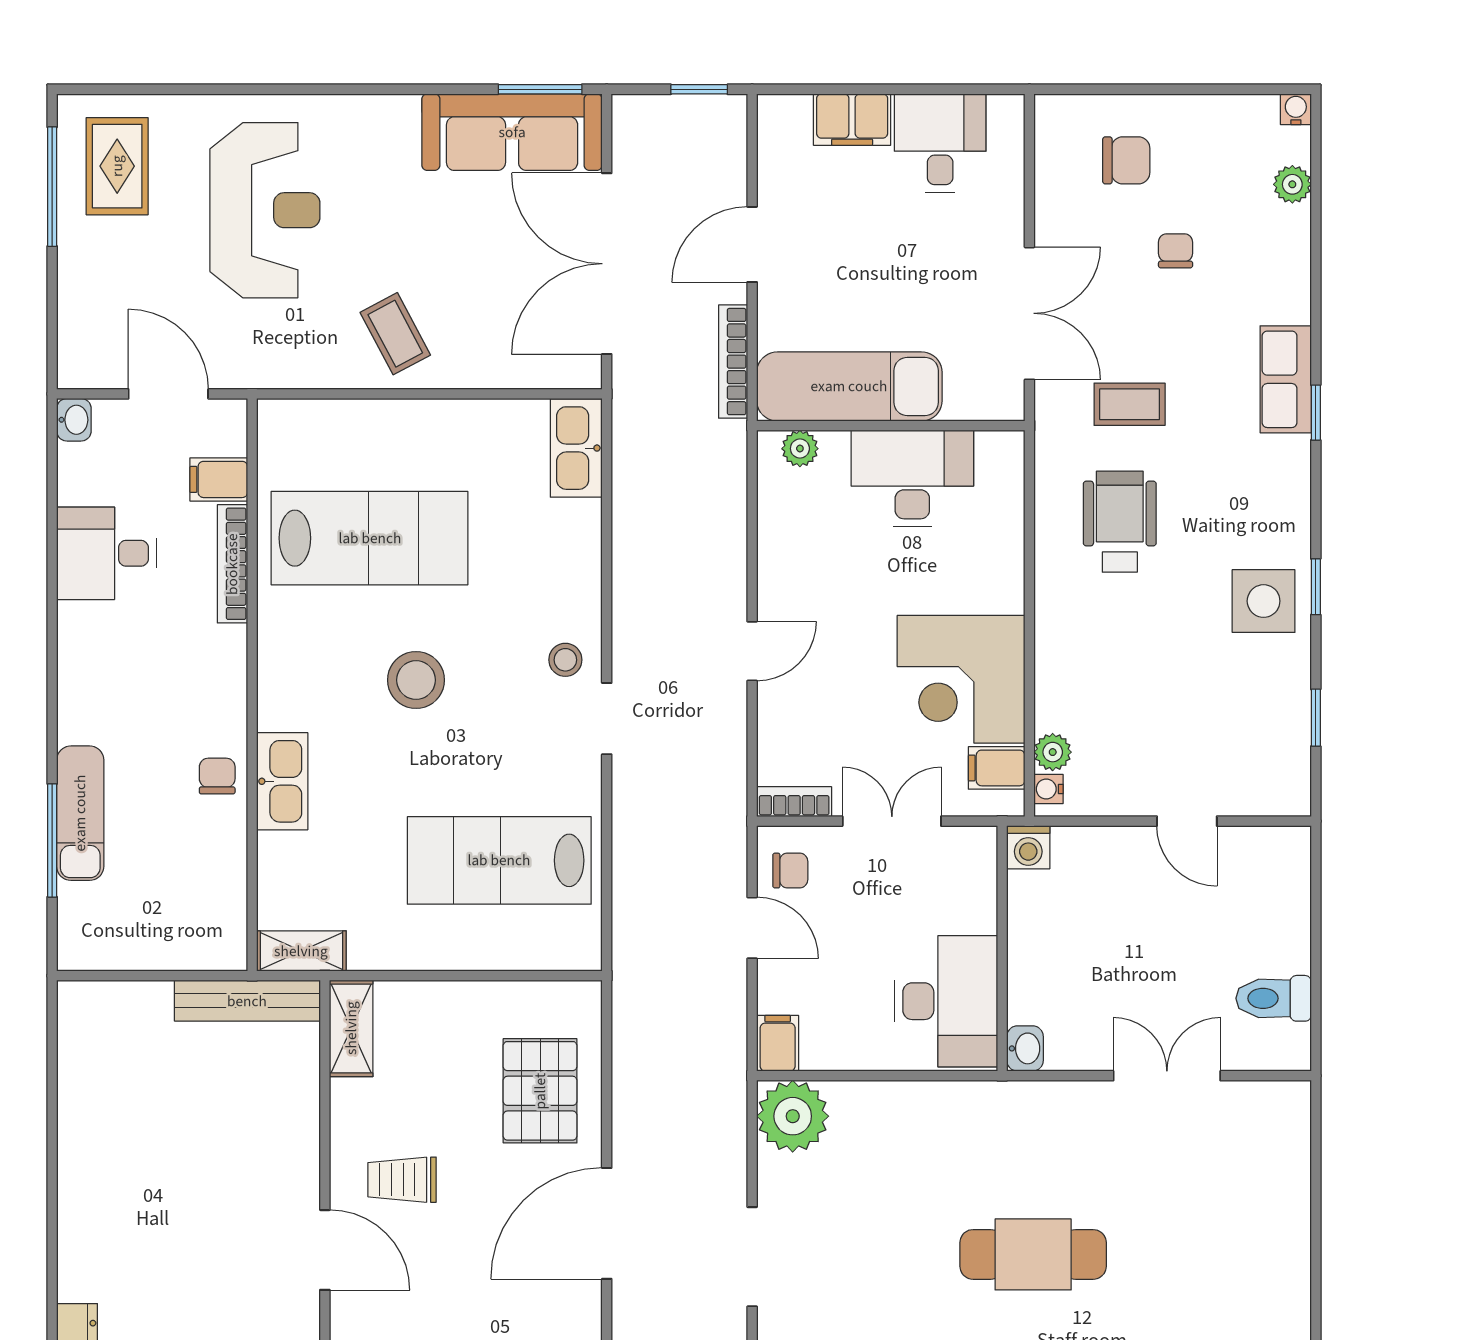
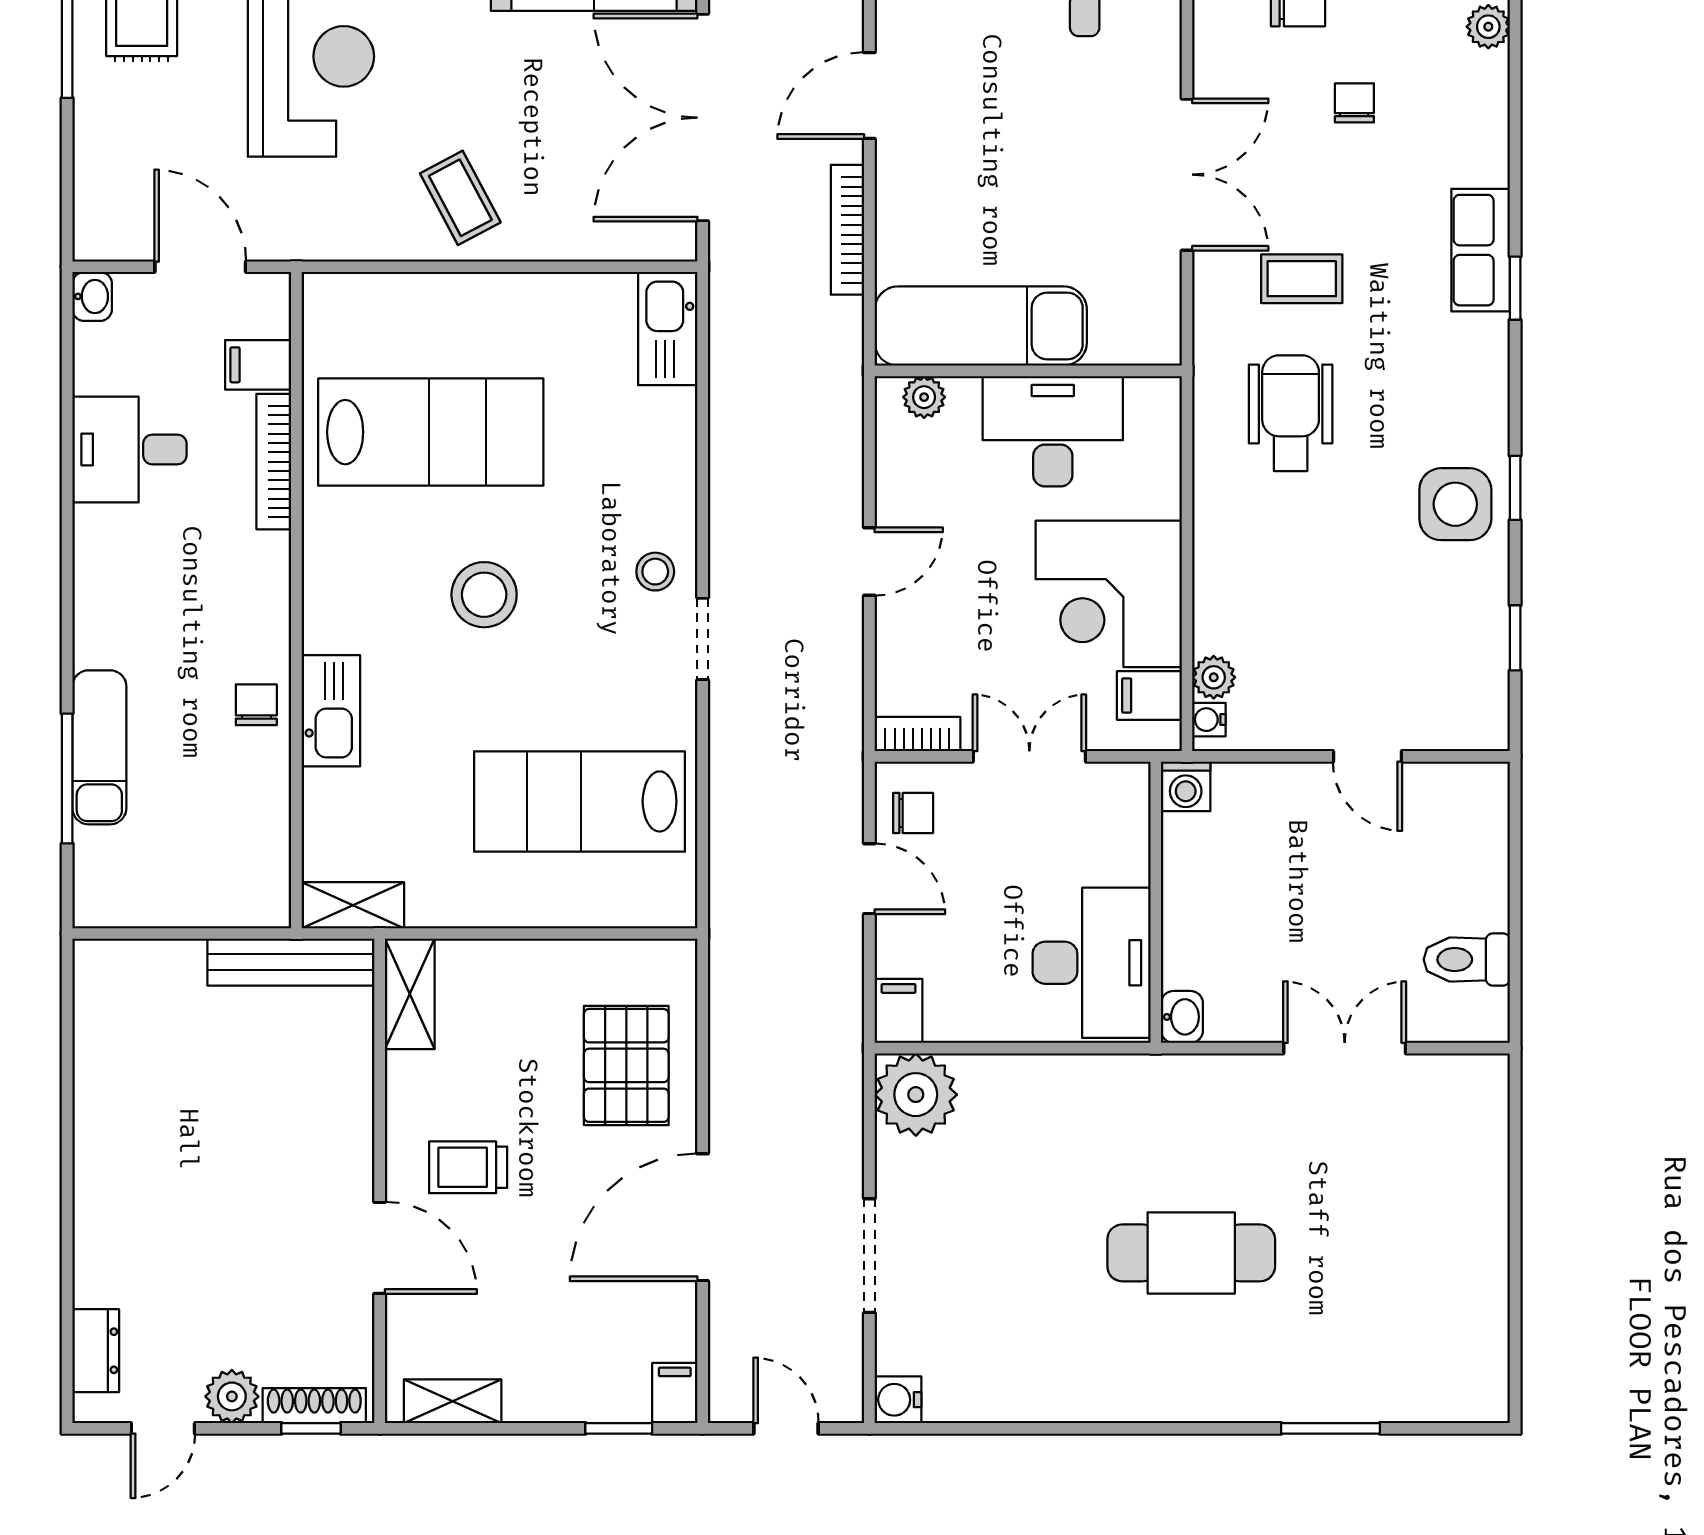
exam couch: (849, 386) -> (981, 326), moved
wall: (891, 426) -> (1028, 371), moved
plant: (800, 449) -> (924, 397), moved
desk: (912, 478) -> (1053, 431), moved

